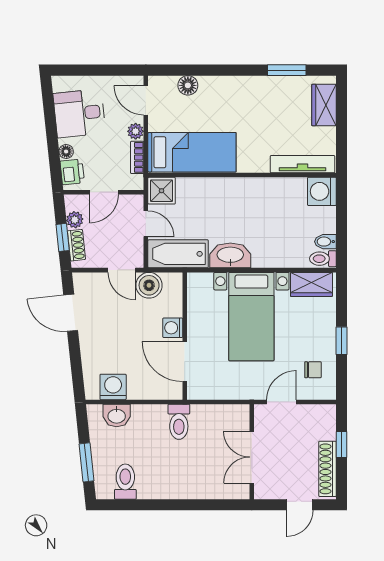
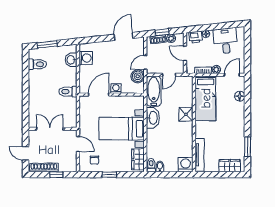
shower: (162, 191) -> (186, 114), moved

